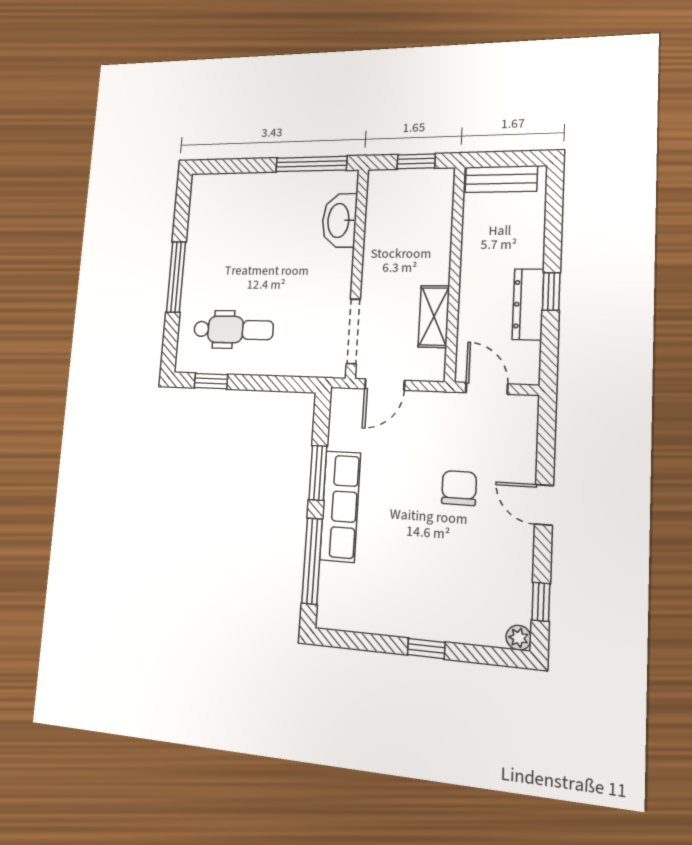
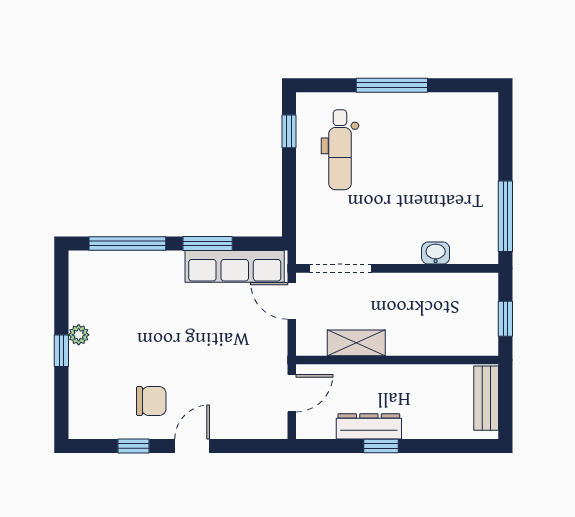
washbasin: (339, 220) -> (436, 253), width x0.52, depth x0.69
chair: (459, 488) -> (151, 401), moved
row of seats: (340, 506) -> (235, 266), moved
window: (541, 602) -> (133, 446), moved
plant: (519, 638) -> (79, 335), moved

